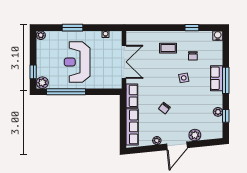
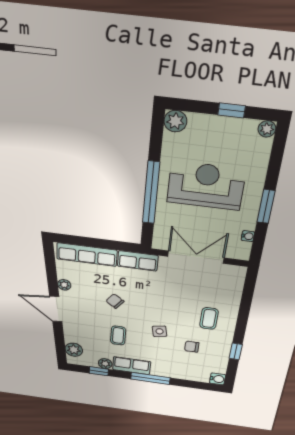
window: (72, 28) -> (266, 206), moved
double door: (124, 62) -> (196, 257), swing flipped
window: (33, 72) -> (232, 110), moved
row of seats: (217, 78) -> (132, 366), moved
window: (66, 92) -> (151, 193), moved
coffee table: (192, 104) -> (118, 336), added
plant: (195, 135) -> (74, 350), moved

